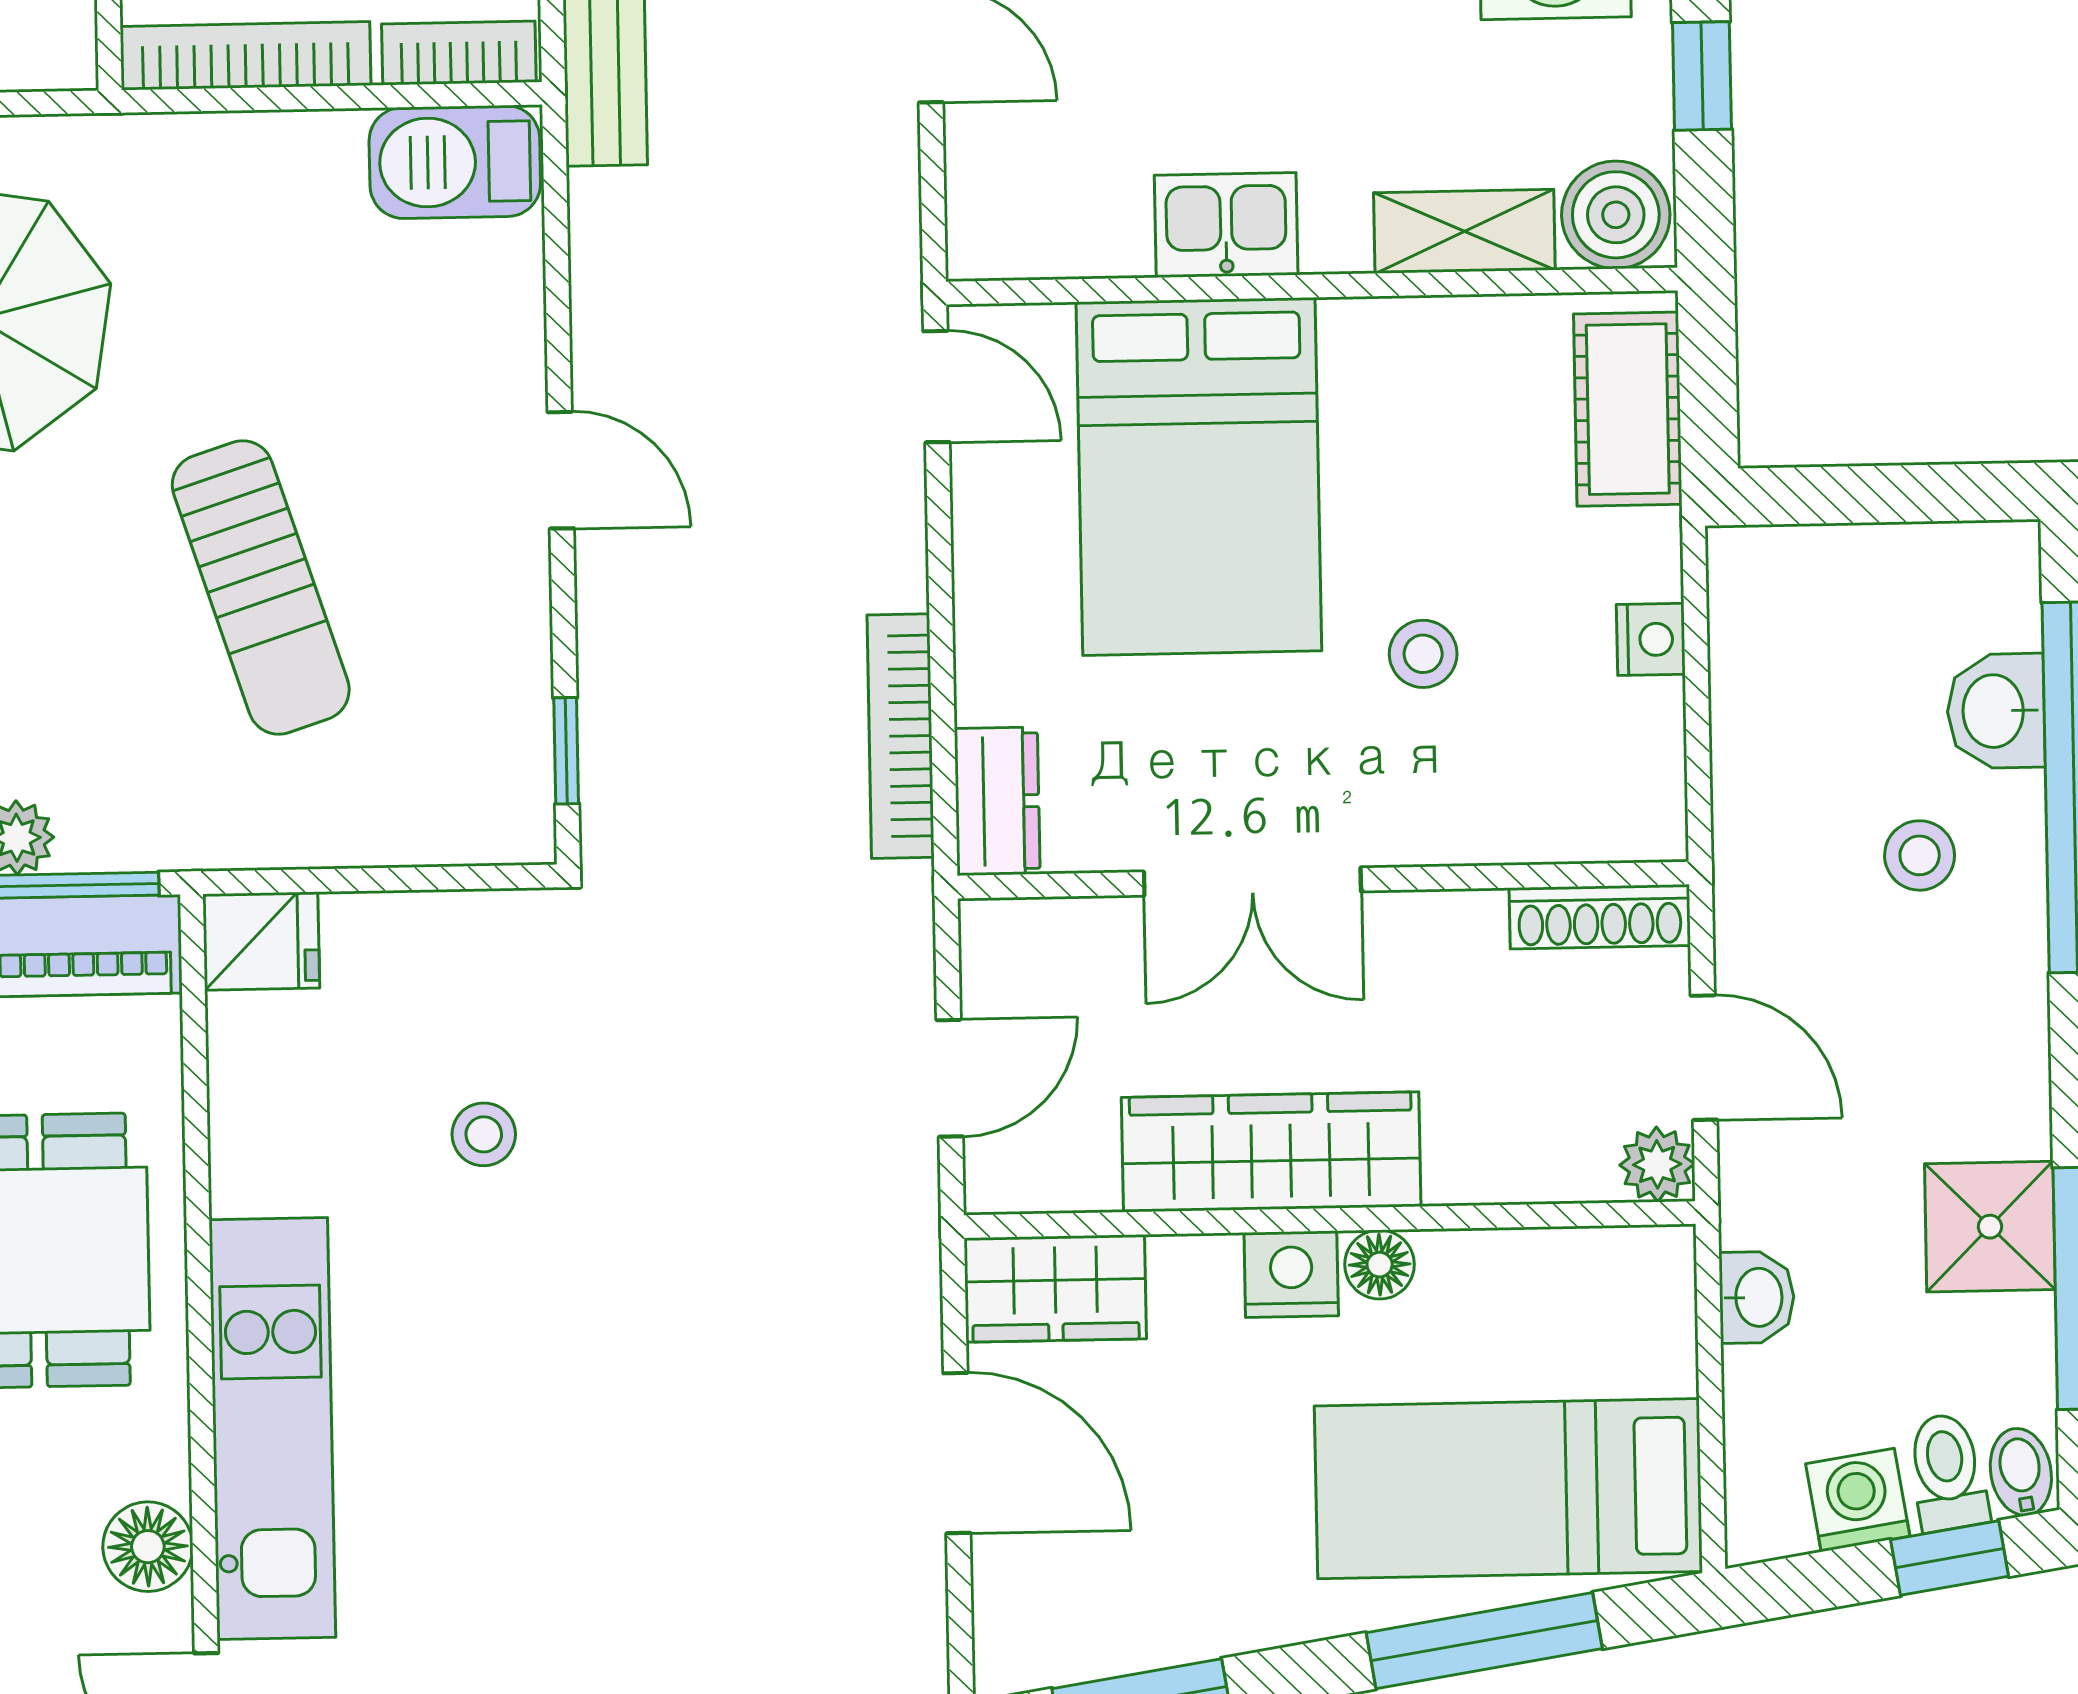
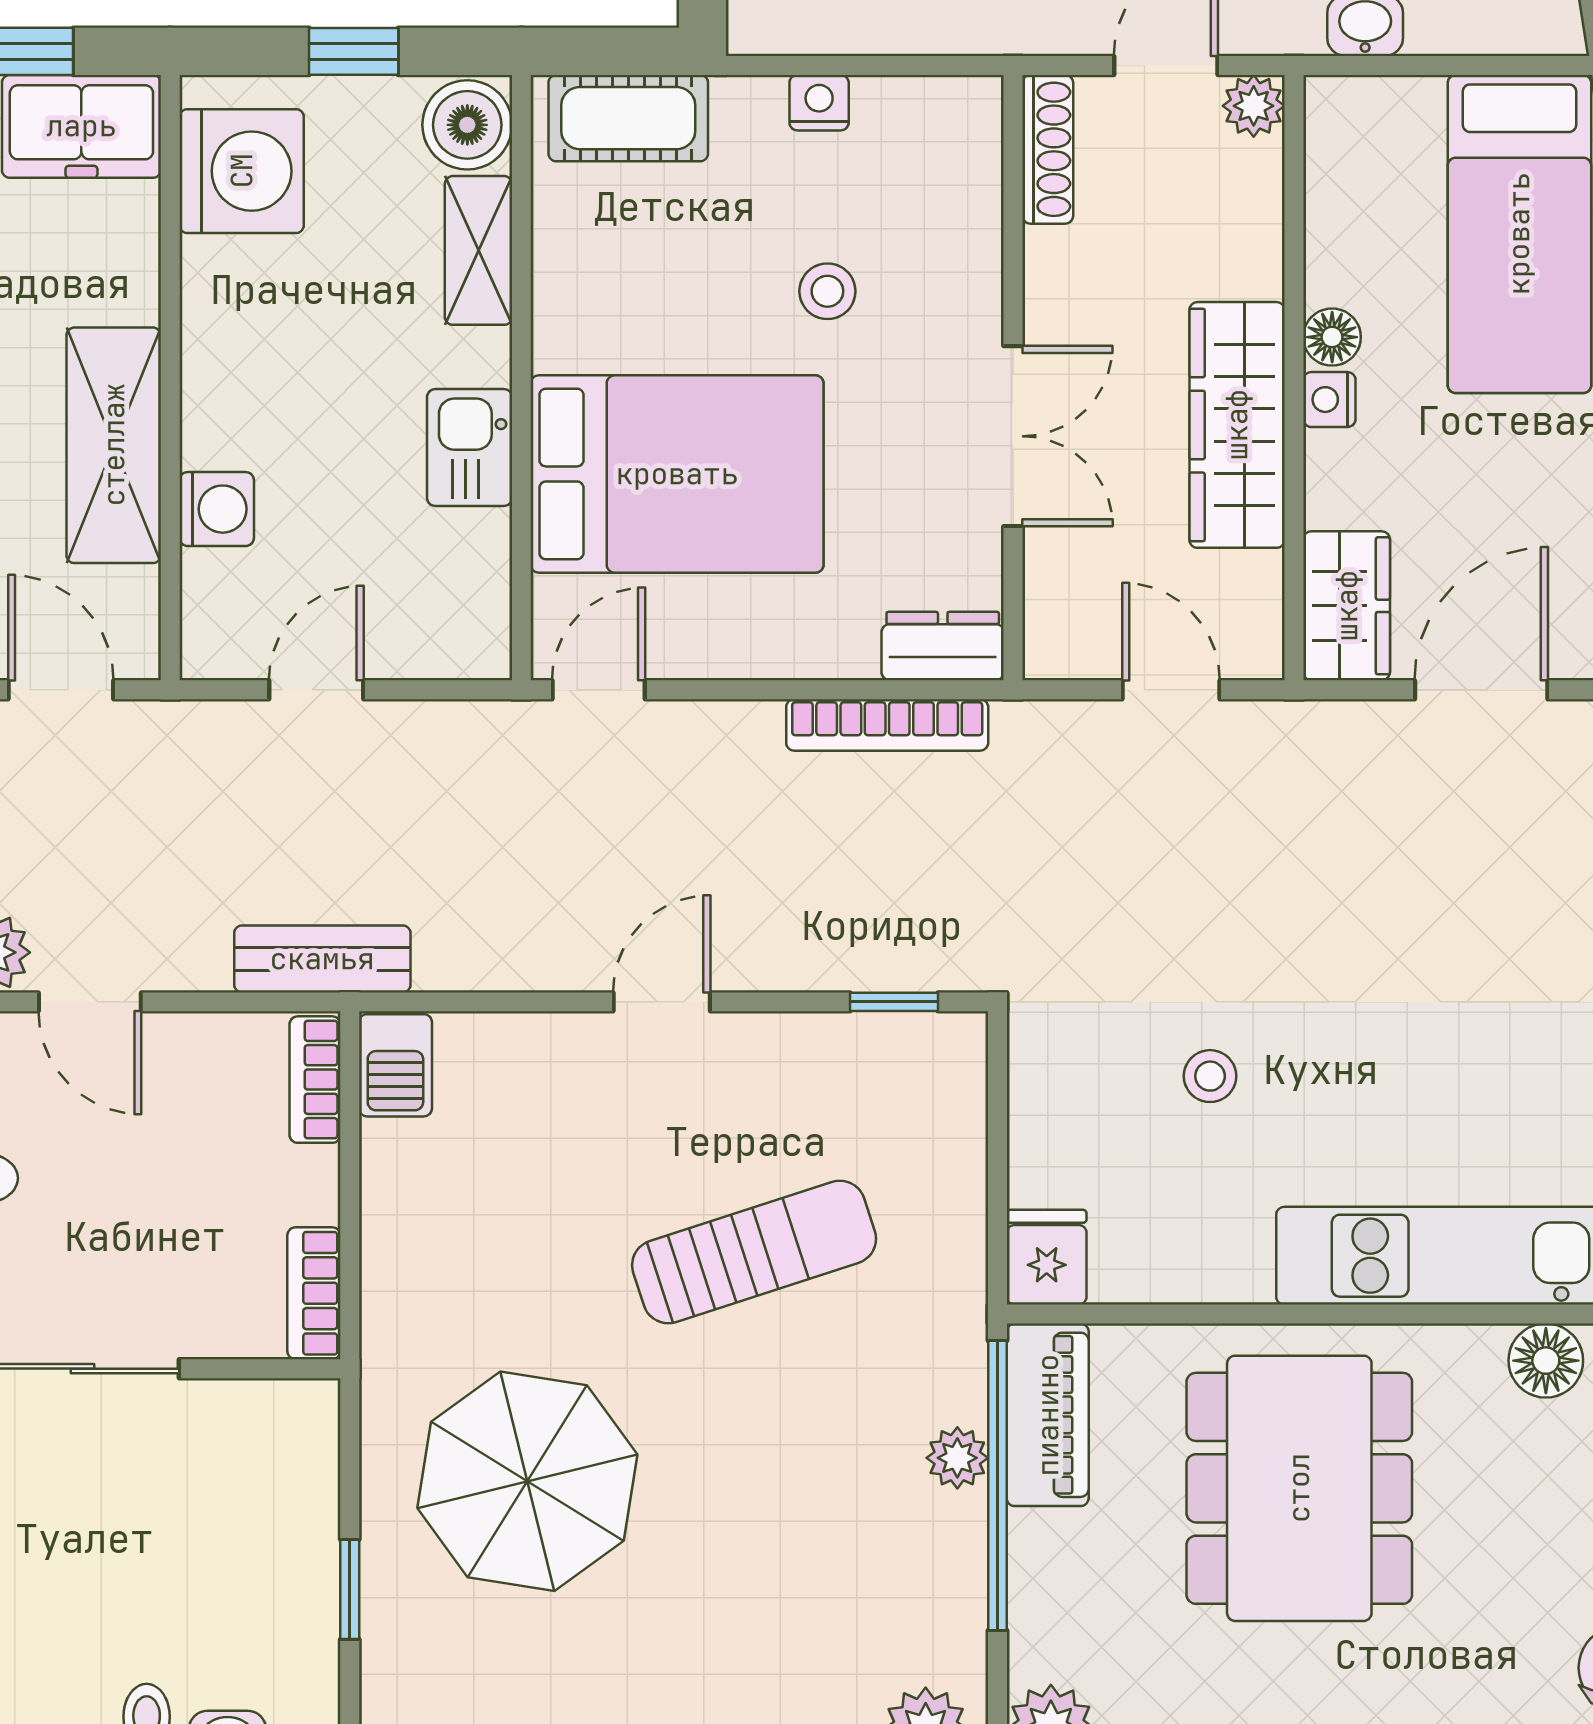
bookcase: (246, 56) -> (314, 1293), width x0.64
barbecue: (455, 162) -> (395, 1065), width x0.73, depth x0.79
nightstand: (1291, 1274) -> (1329, 400), width x0.72, depth x0.74

